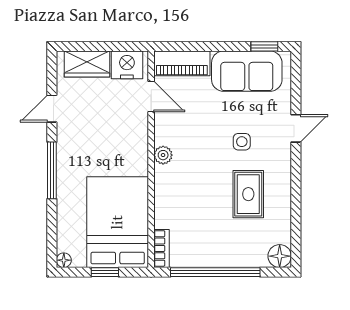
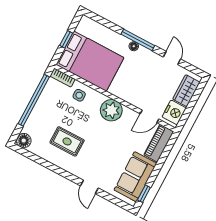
side table: (242, 142) -> (79, 95), moved
plant: (163, 155) -> (111, 110), width x1.88, depth x1.88
floor lamp: (64, 260) -> (134, 46), moved

